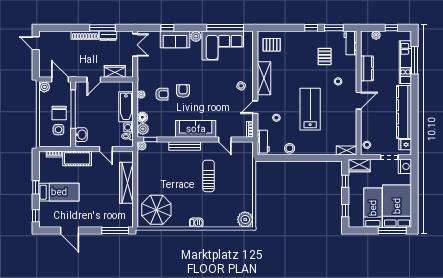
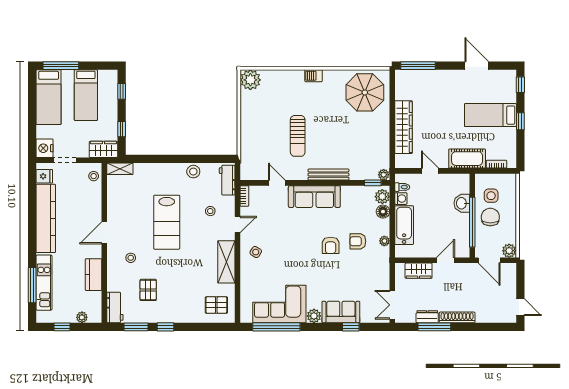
washbasin: (81, 135) -> (462, 203), moved
bed: (397, 206) -> (49, 97), width x0.67

